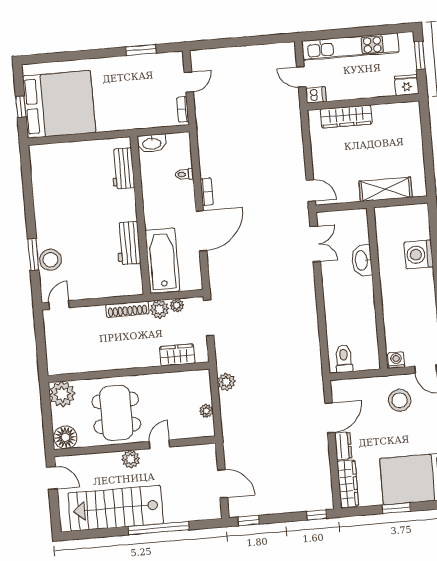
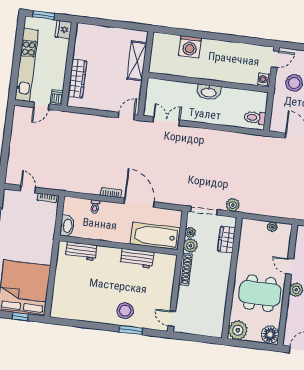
stool: (50, 260) -> (125, 311), moved
washbasin: (362, 260) -> (209, 92), moved
plant: (226, 382) -> (233, 205), moved

